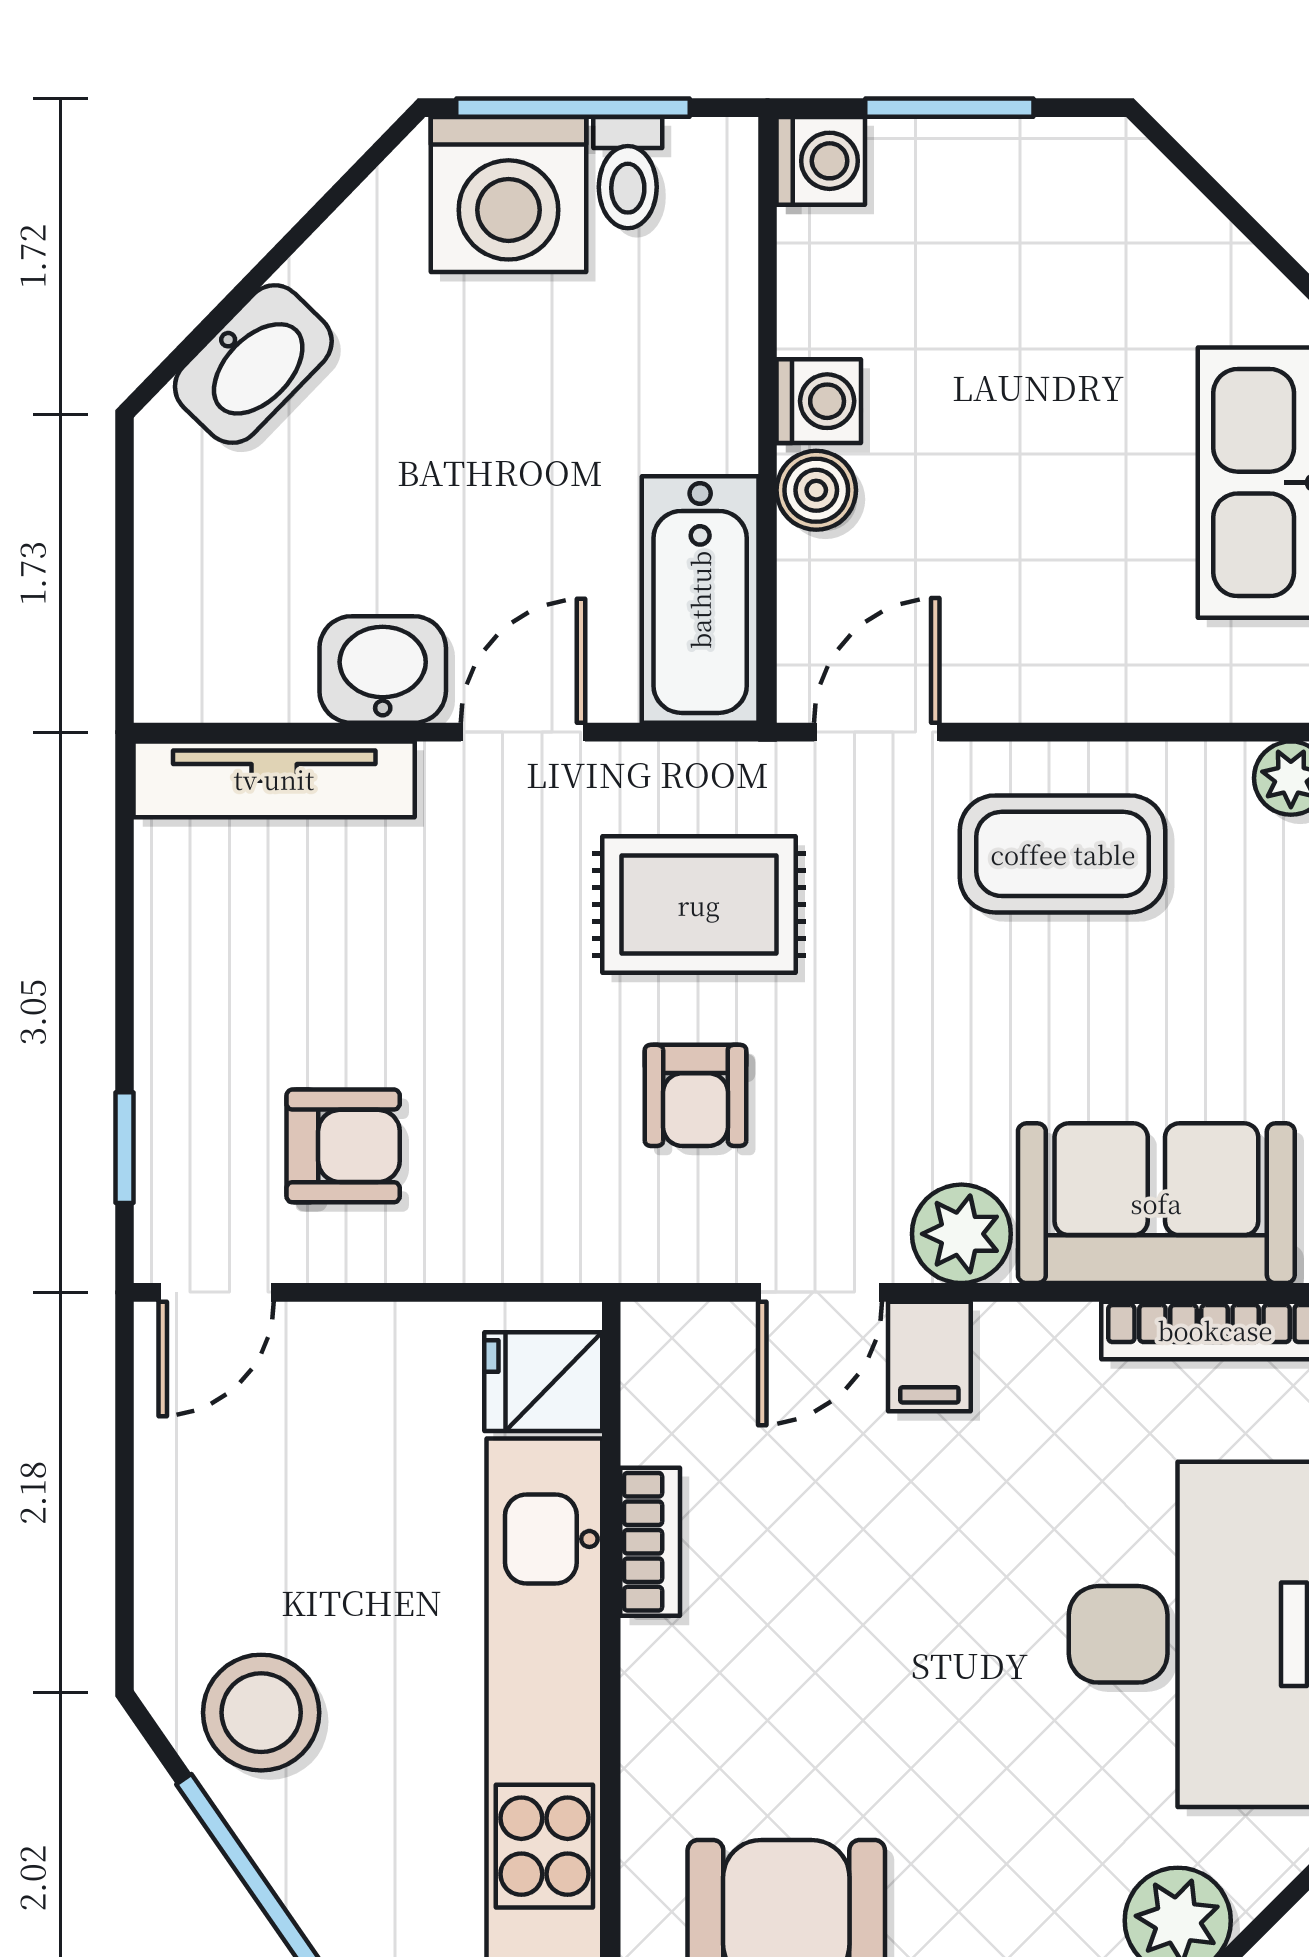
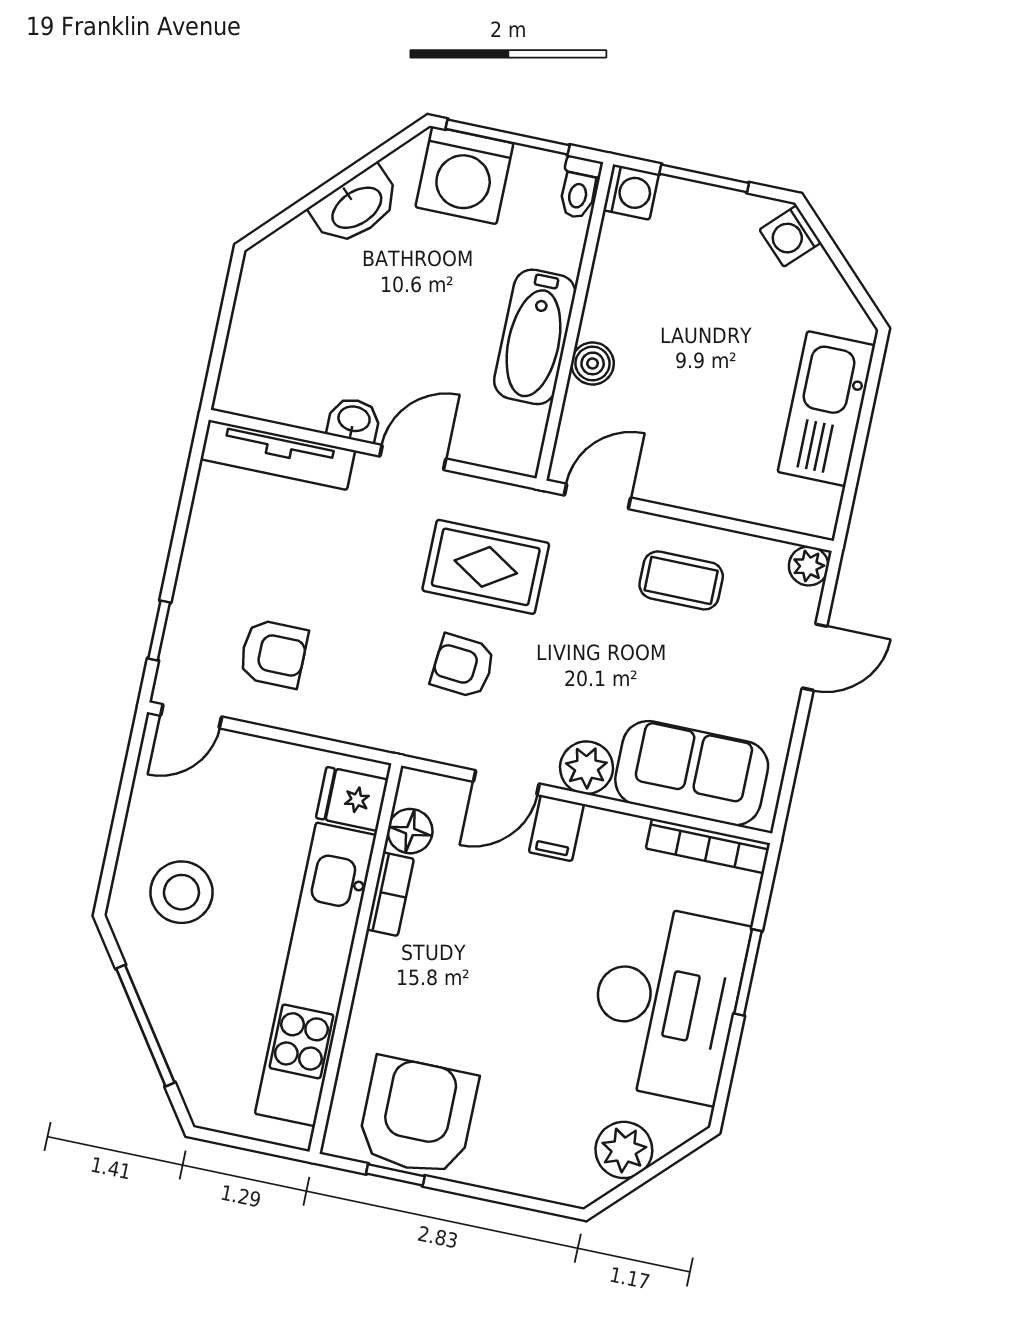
toilet: (628, 173) -> (579, 188), moved
washbasin: (253, 364) -> (356, 206), moved
washing machine: (819, 401) -> (790, 236), moved, turned 135
bathtub: (700, 600) -> (535, 337), moved
washbasin: (383, 669) -> (354, 420), width x0.72, depth x0.69
coffee table: (1063, 854) -> (681, 580), width x0.73, depth x0.77
armchair: (695, 1095) -> (463, 666), turned 95
floor lamp: (662, 1418) -> (410, 831), added
stool: (261, 1713) -> (181, 892), moved

